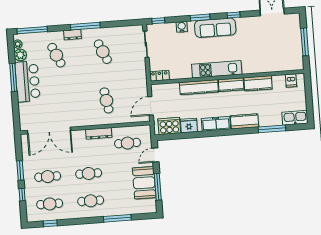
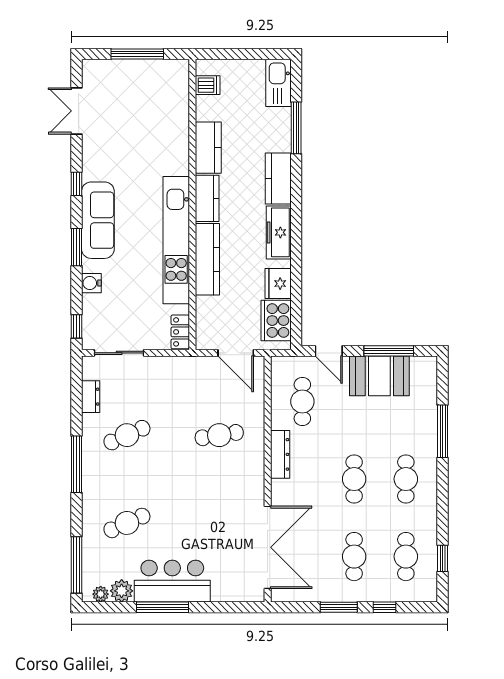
dresser: (73, 35) -> (91, 397), moved
kitchen unit: (217, 69) -> (176, 240), width x1.36

